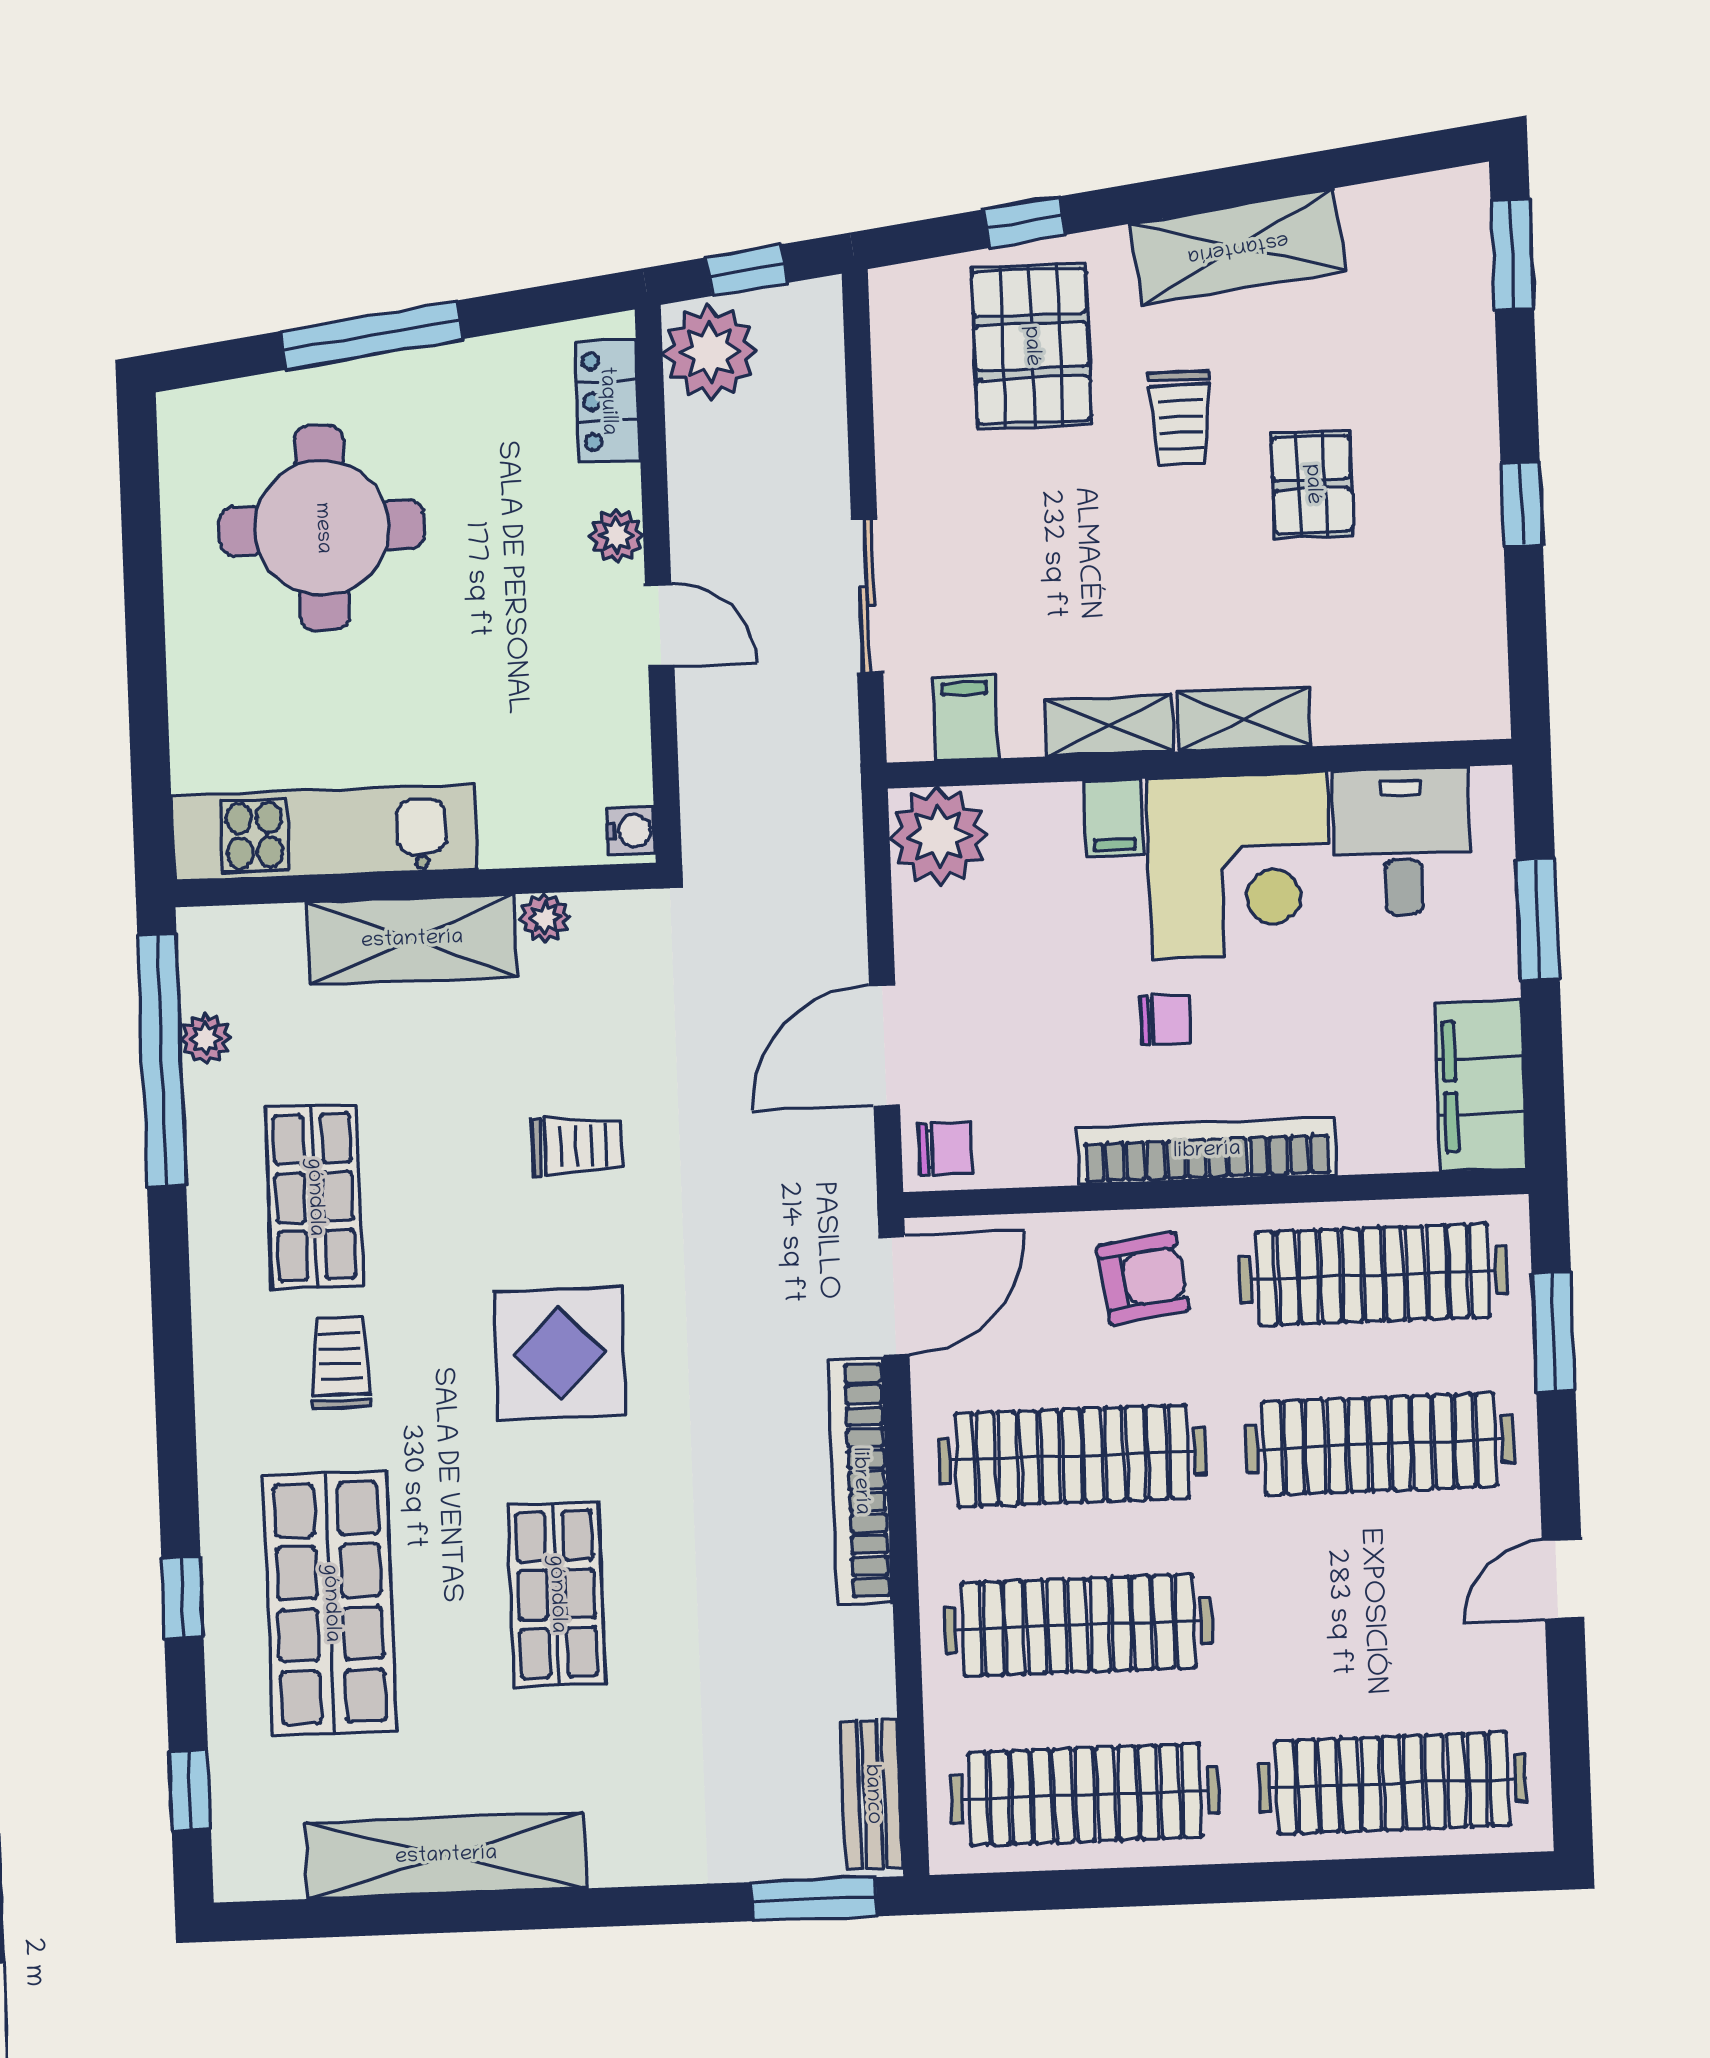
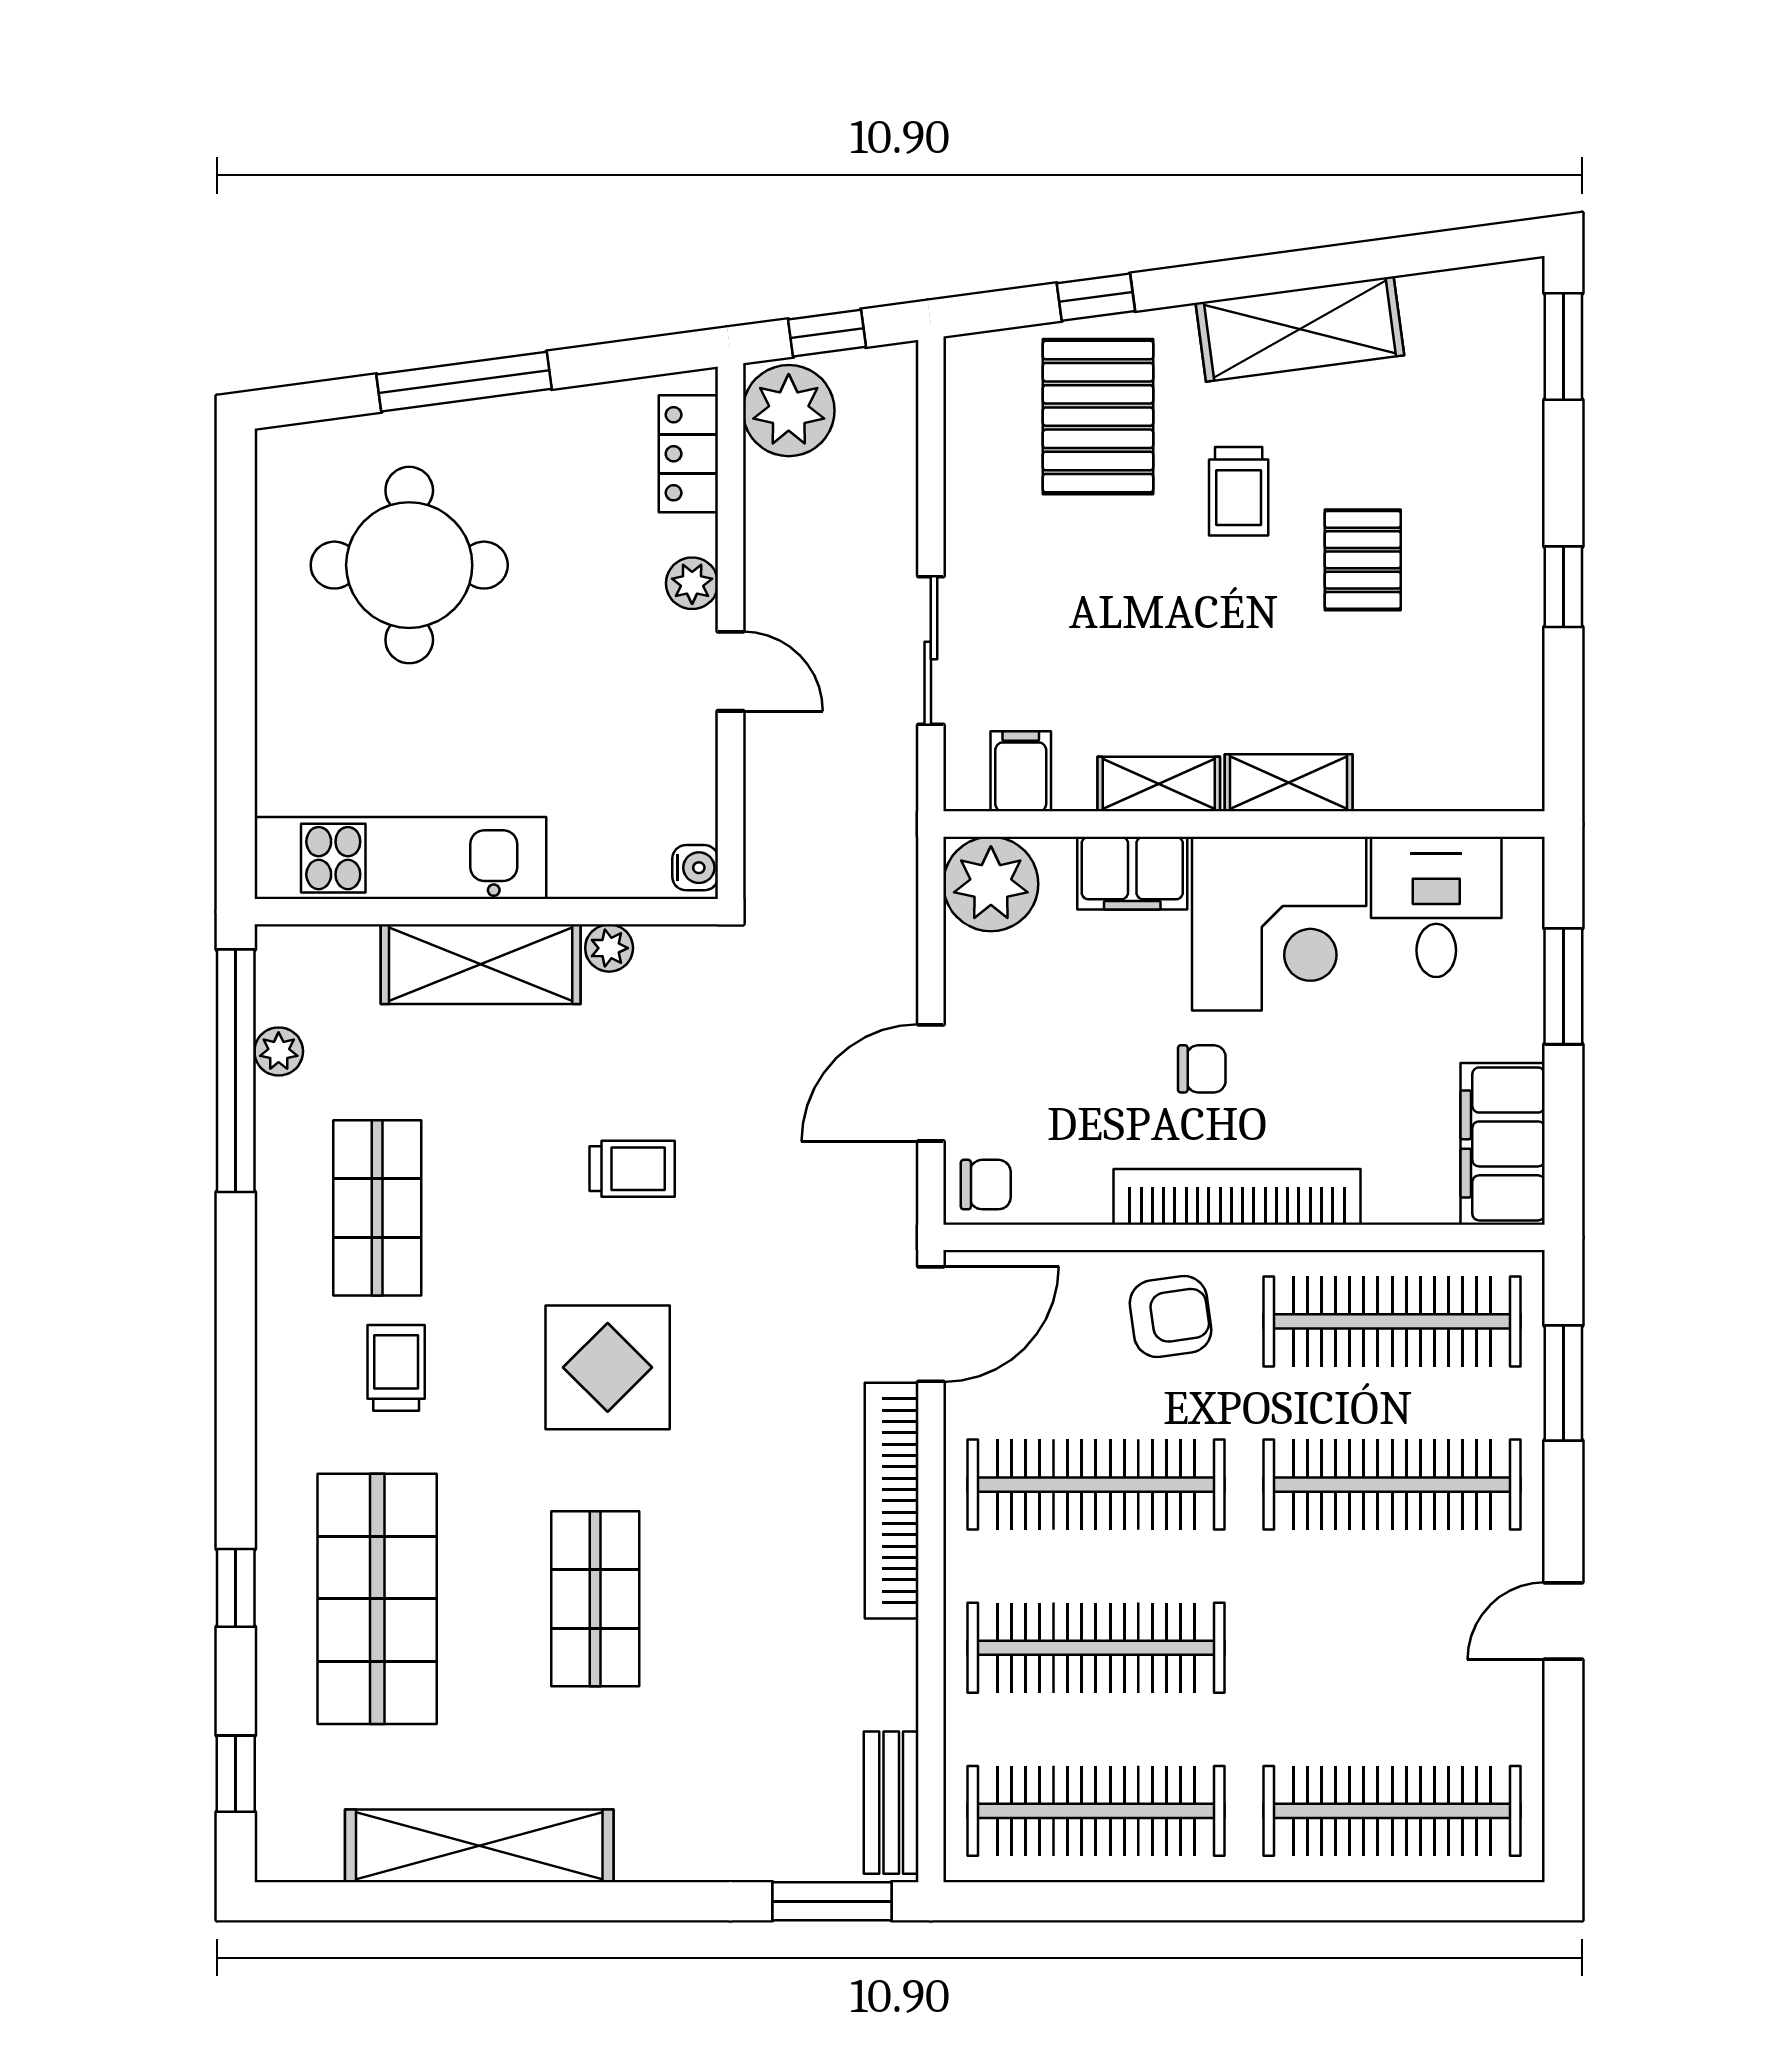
filing cabinet: (1114, 818) -> (1132, 873), width x2.00

